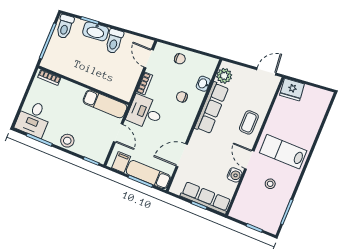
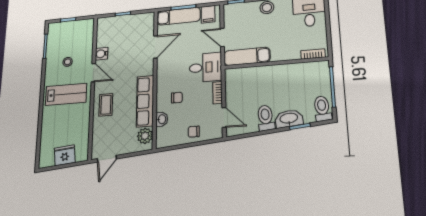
fridge: (292, 90) -> (65, 155), moved
row of seats: (206, 198) -> (119, 23), removed

